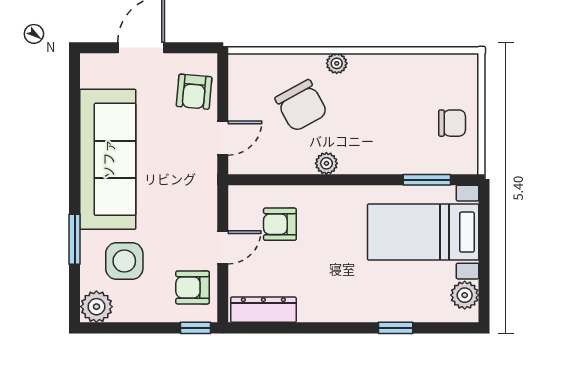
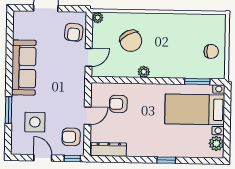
plant: (337, 63) -> (98, 18), moved
sofa: (108, 159) -> (24, 68), width x0.74, depth x0.79
plant: (96, 307) -> (20, 146), removed
door: (140, 328) -> (43, 158), added
window: (396, 328) -> (166, 160), moved

